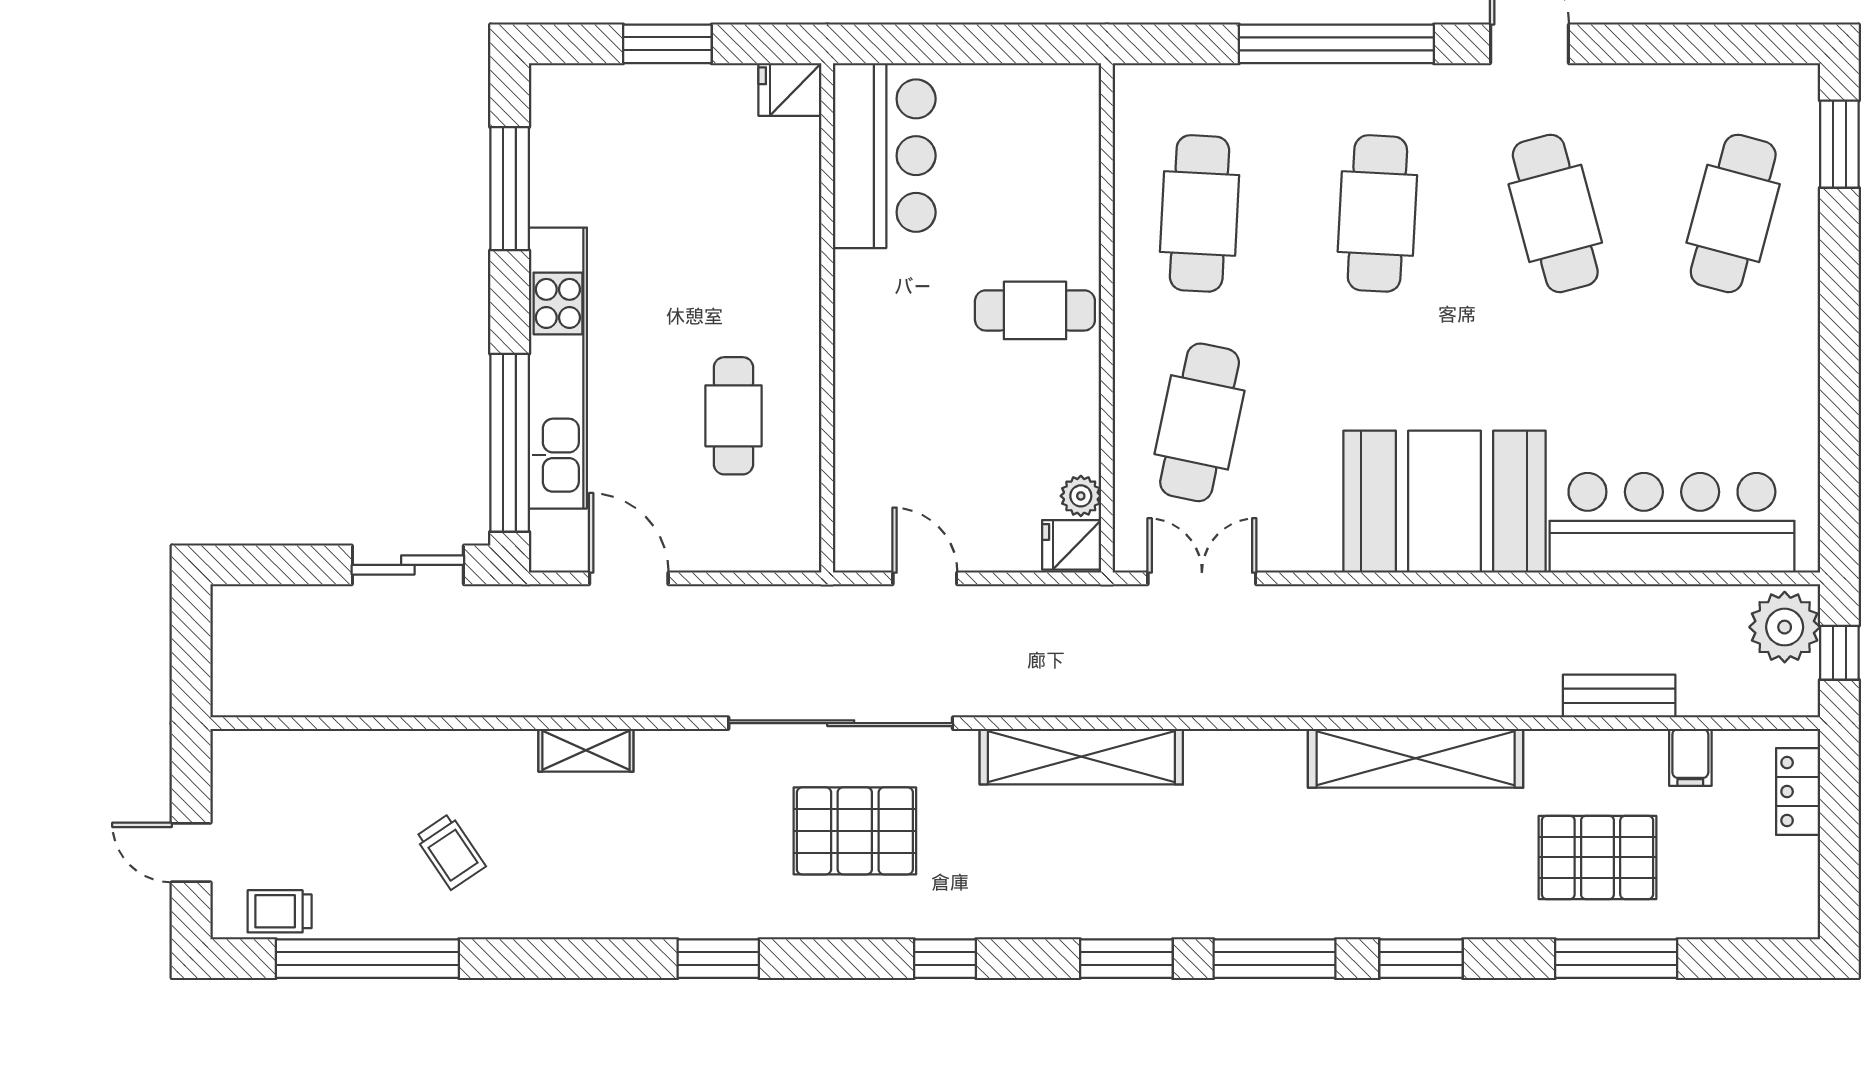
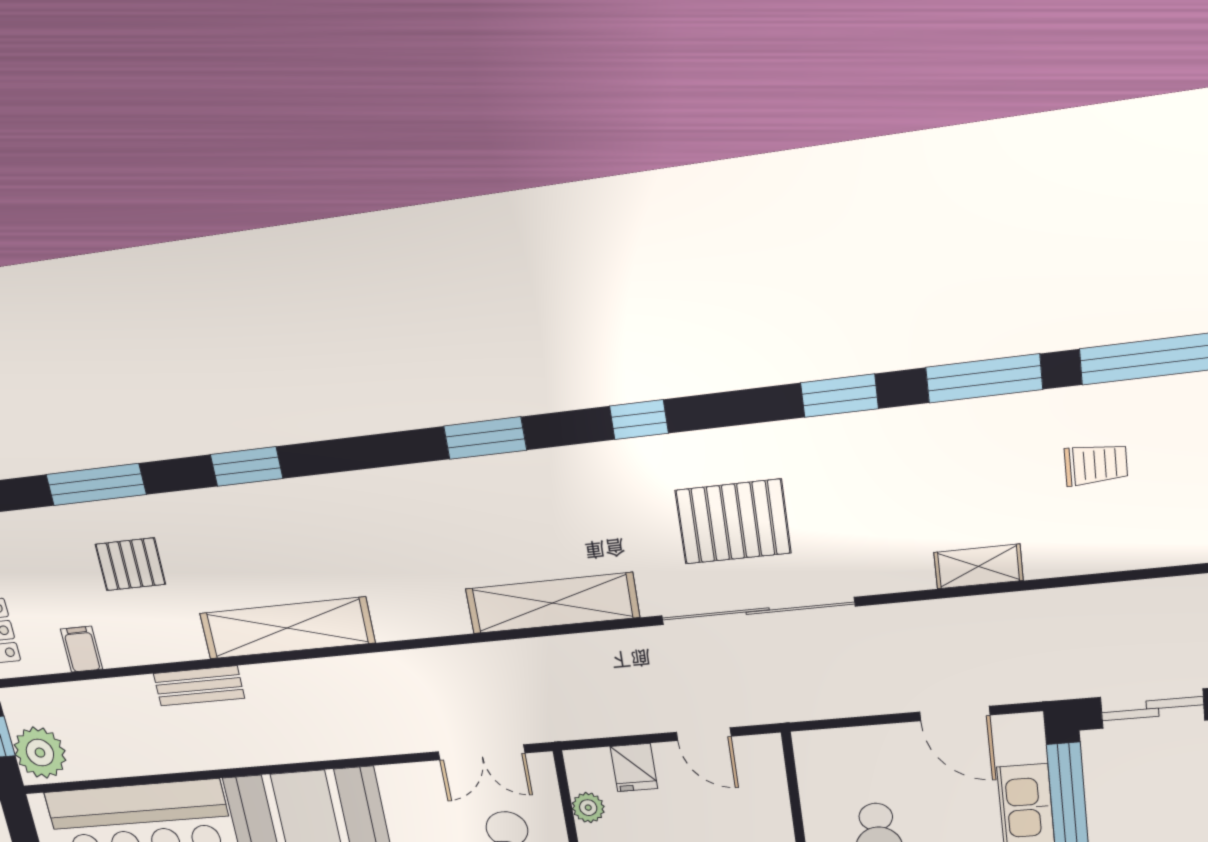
fridge: (1072, 545) -> (634, 768), moved, turned 90
bench: (1619, 696) -> (199, 686), moved
trolley: (450, 851) -> (1096, 464), turned 124
pallet: (1597, 857) -> (130, 564), width x0.67, depth x0.71
window: (1275, 959) -> (984, 378), moved

